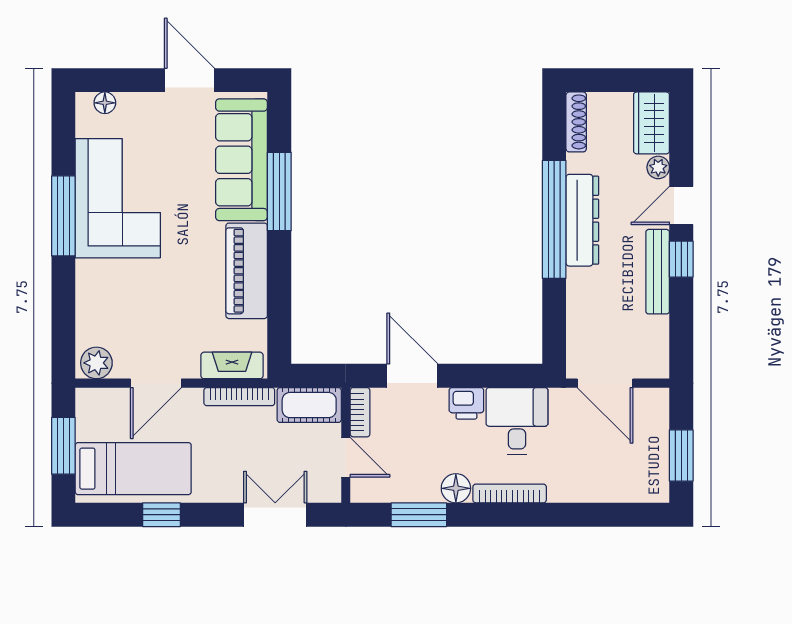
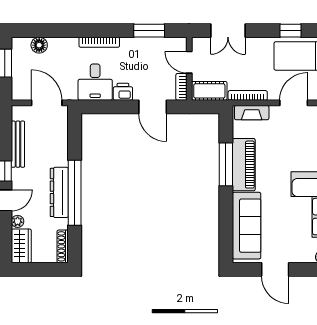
window: (279, 192) -> (226, 164), moved
bench: (658, 272) -> (18, 144), moved
floor lamp: (456, 488) -> (39, 45), moved

